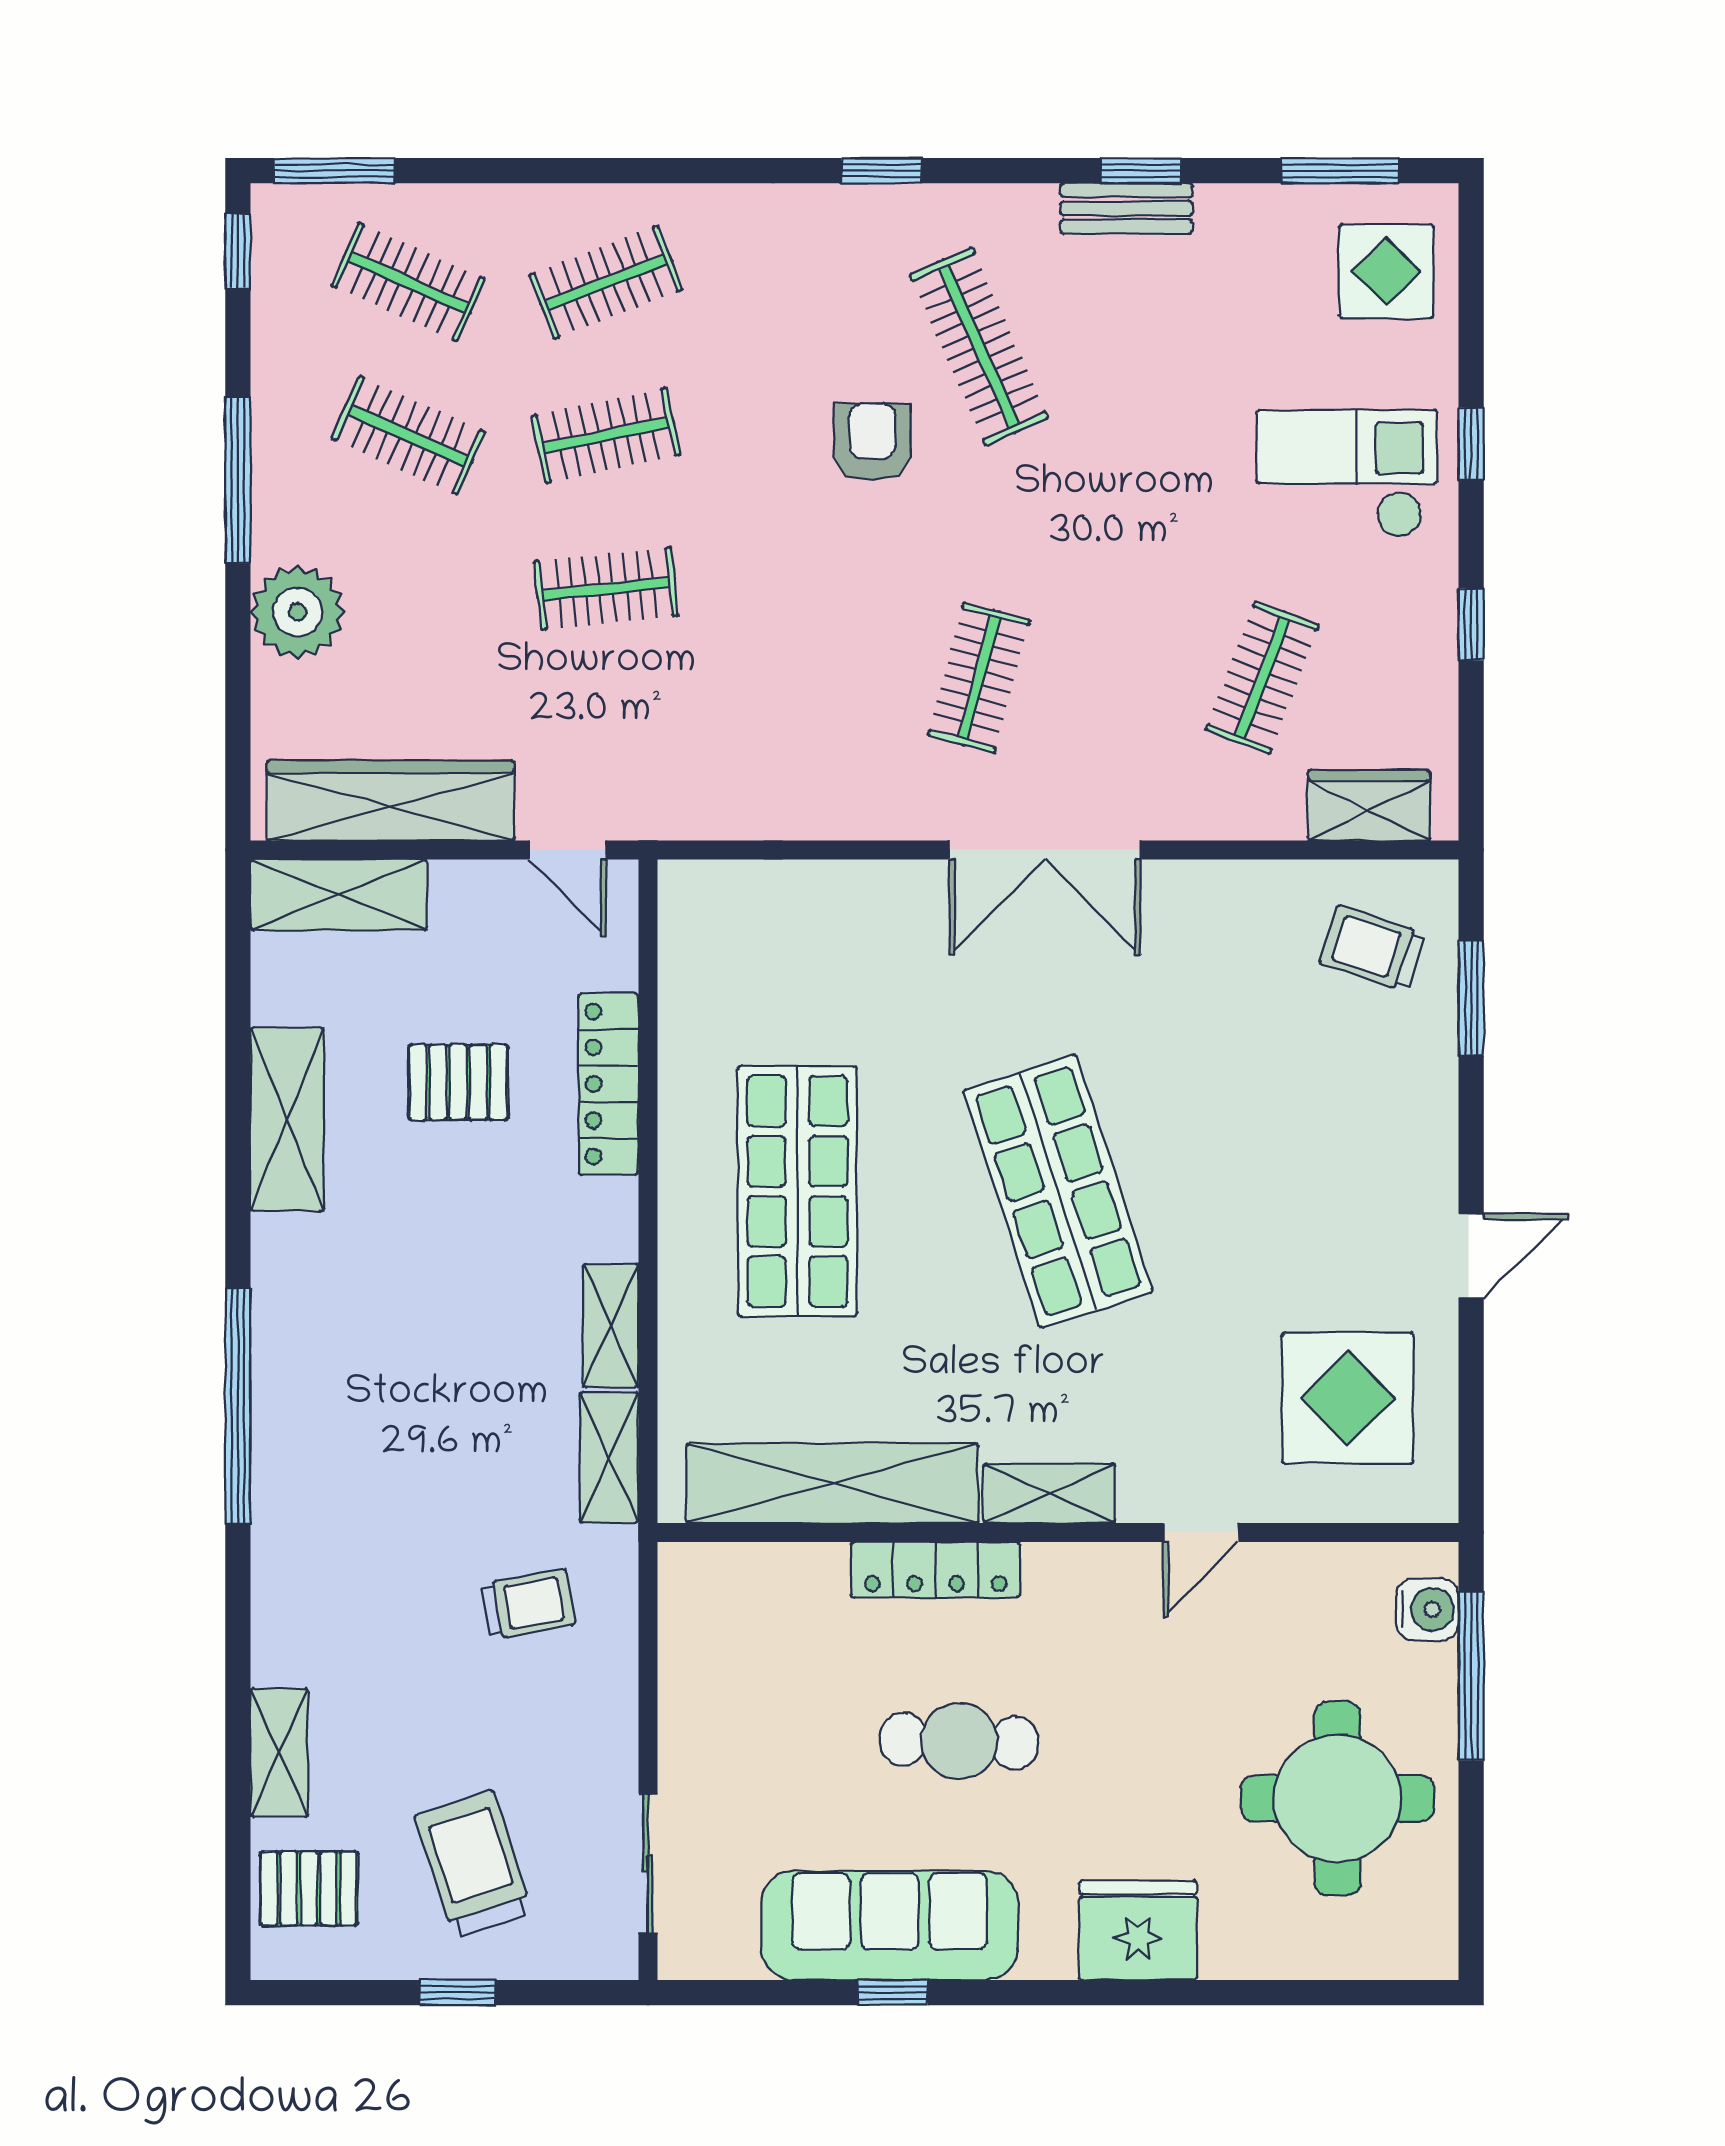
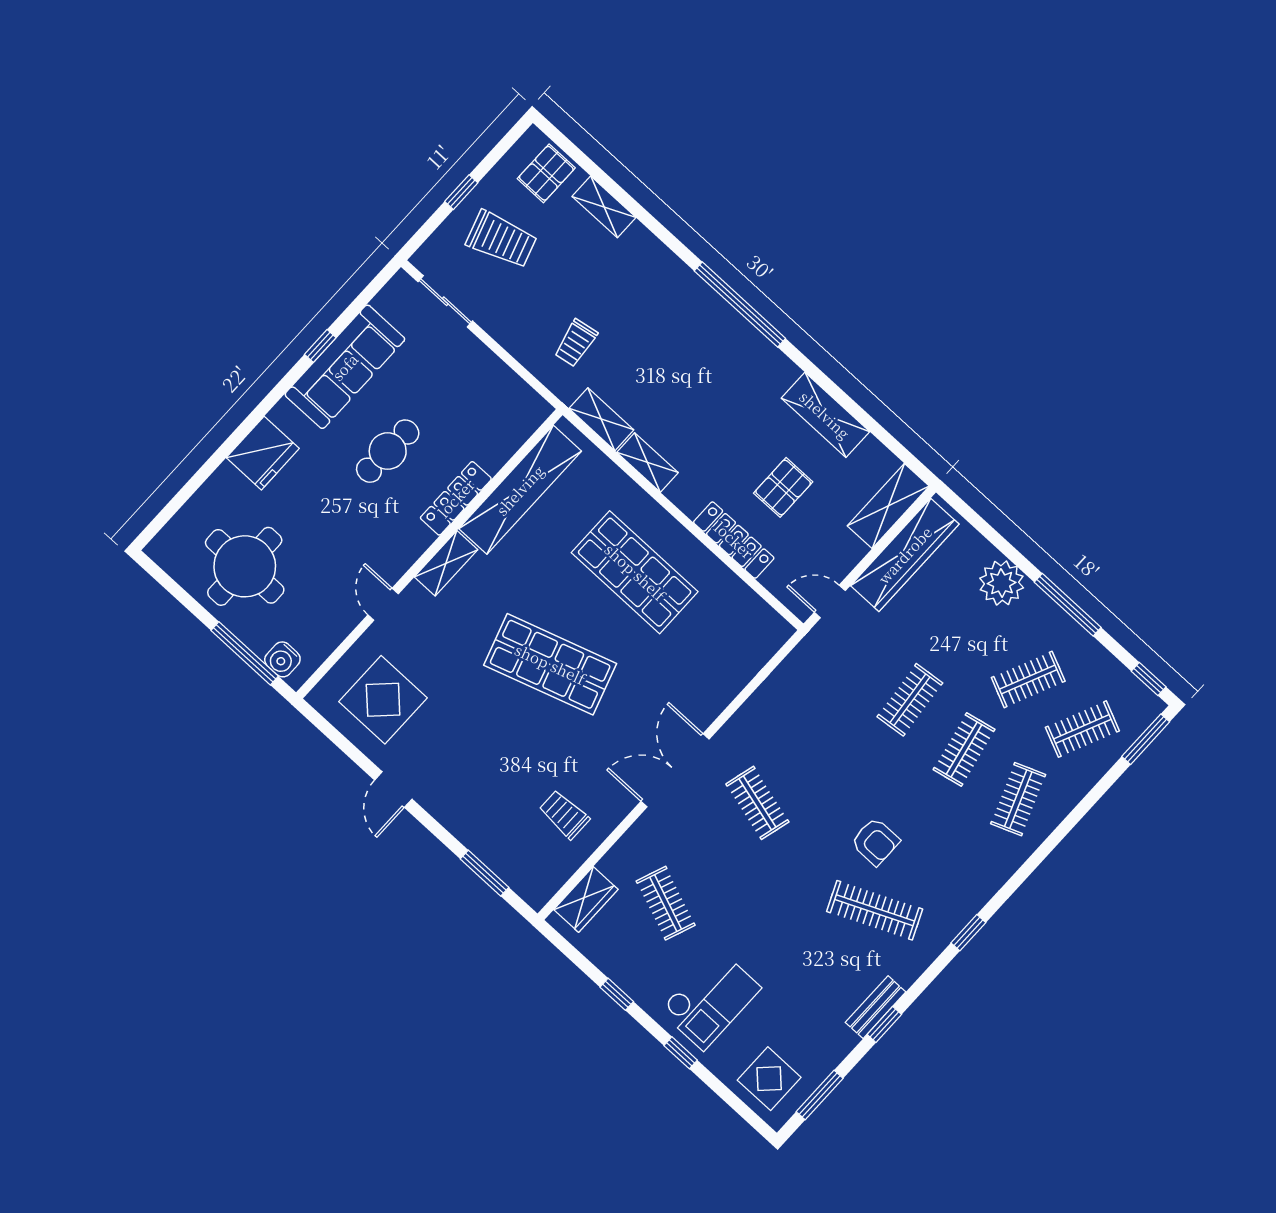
trolley: (1372, 948) -> (564, 815), moved, turned -108

